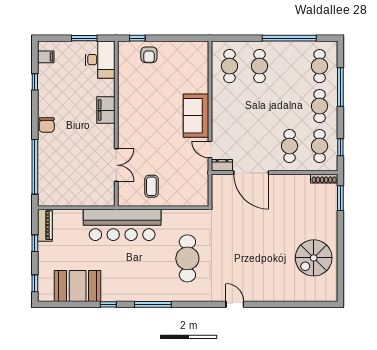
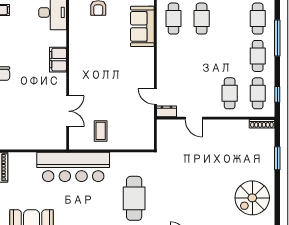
sofa: (196, 116) -> (142, 26), moved
door: (251, 173) -> (194, 118), width x0.53
window: (340, 198) -> (277, 158), moved

